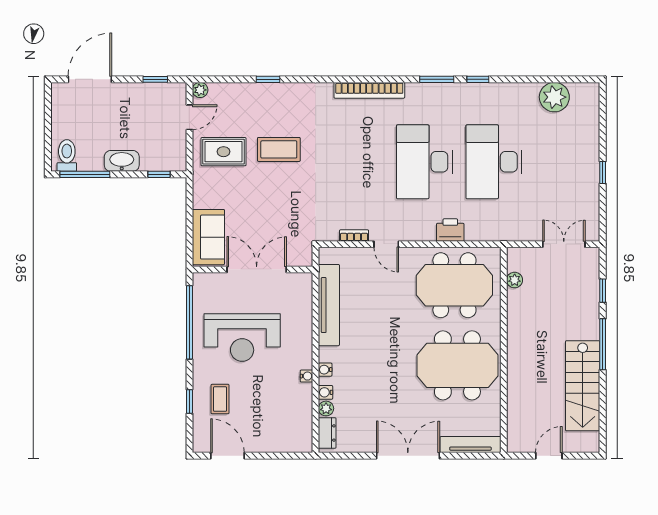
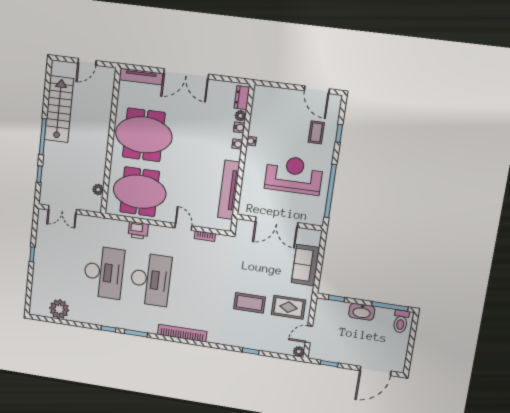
sofa: (208, 237) -> (305, 265), moved

